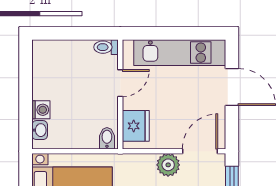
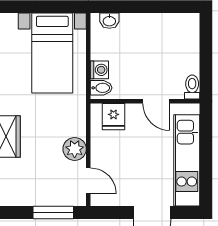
washing machine: (41, 110) -> (99, 70), moved, turned -90
fridge: (136, 126) -> (114, 117), width x0.72
door: (200, 151) -> (88, 181), width x0.73

